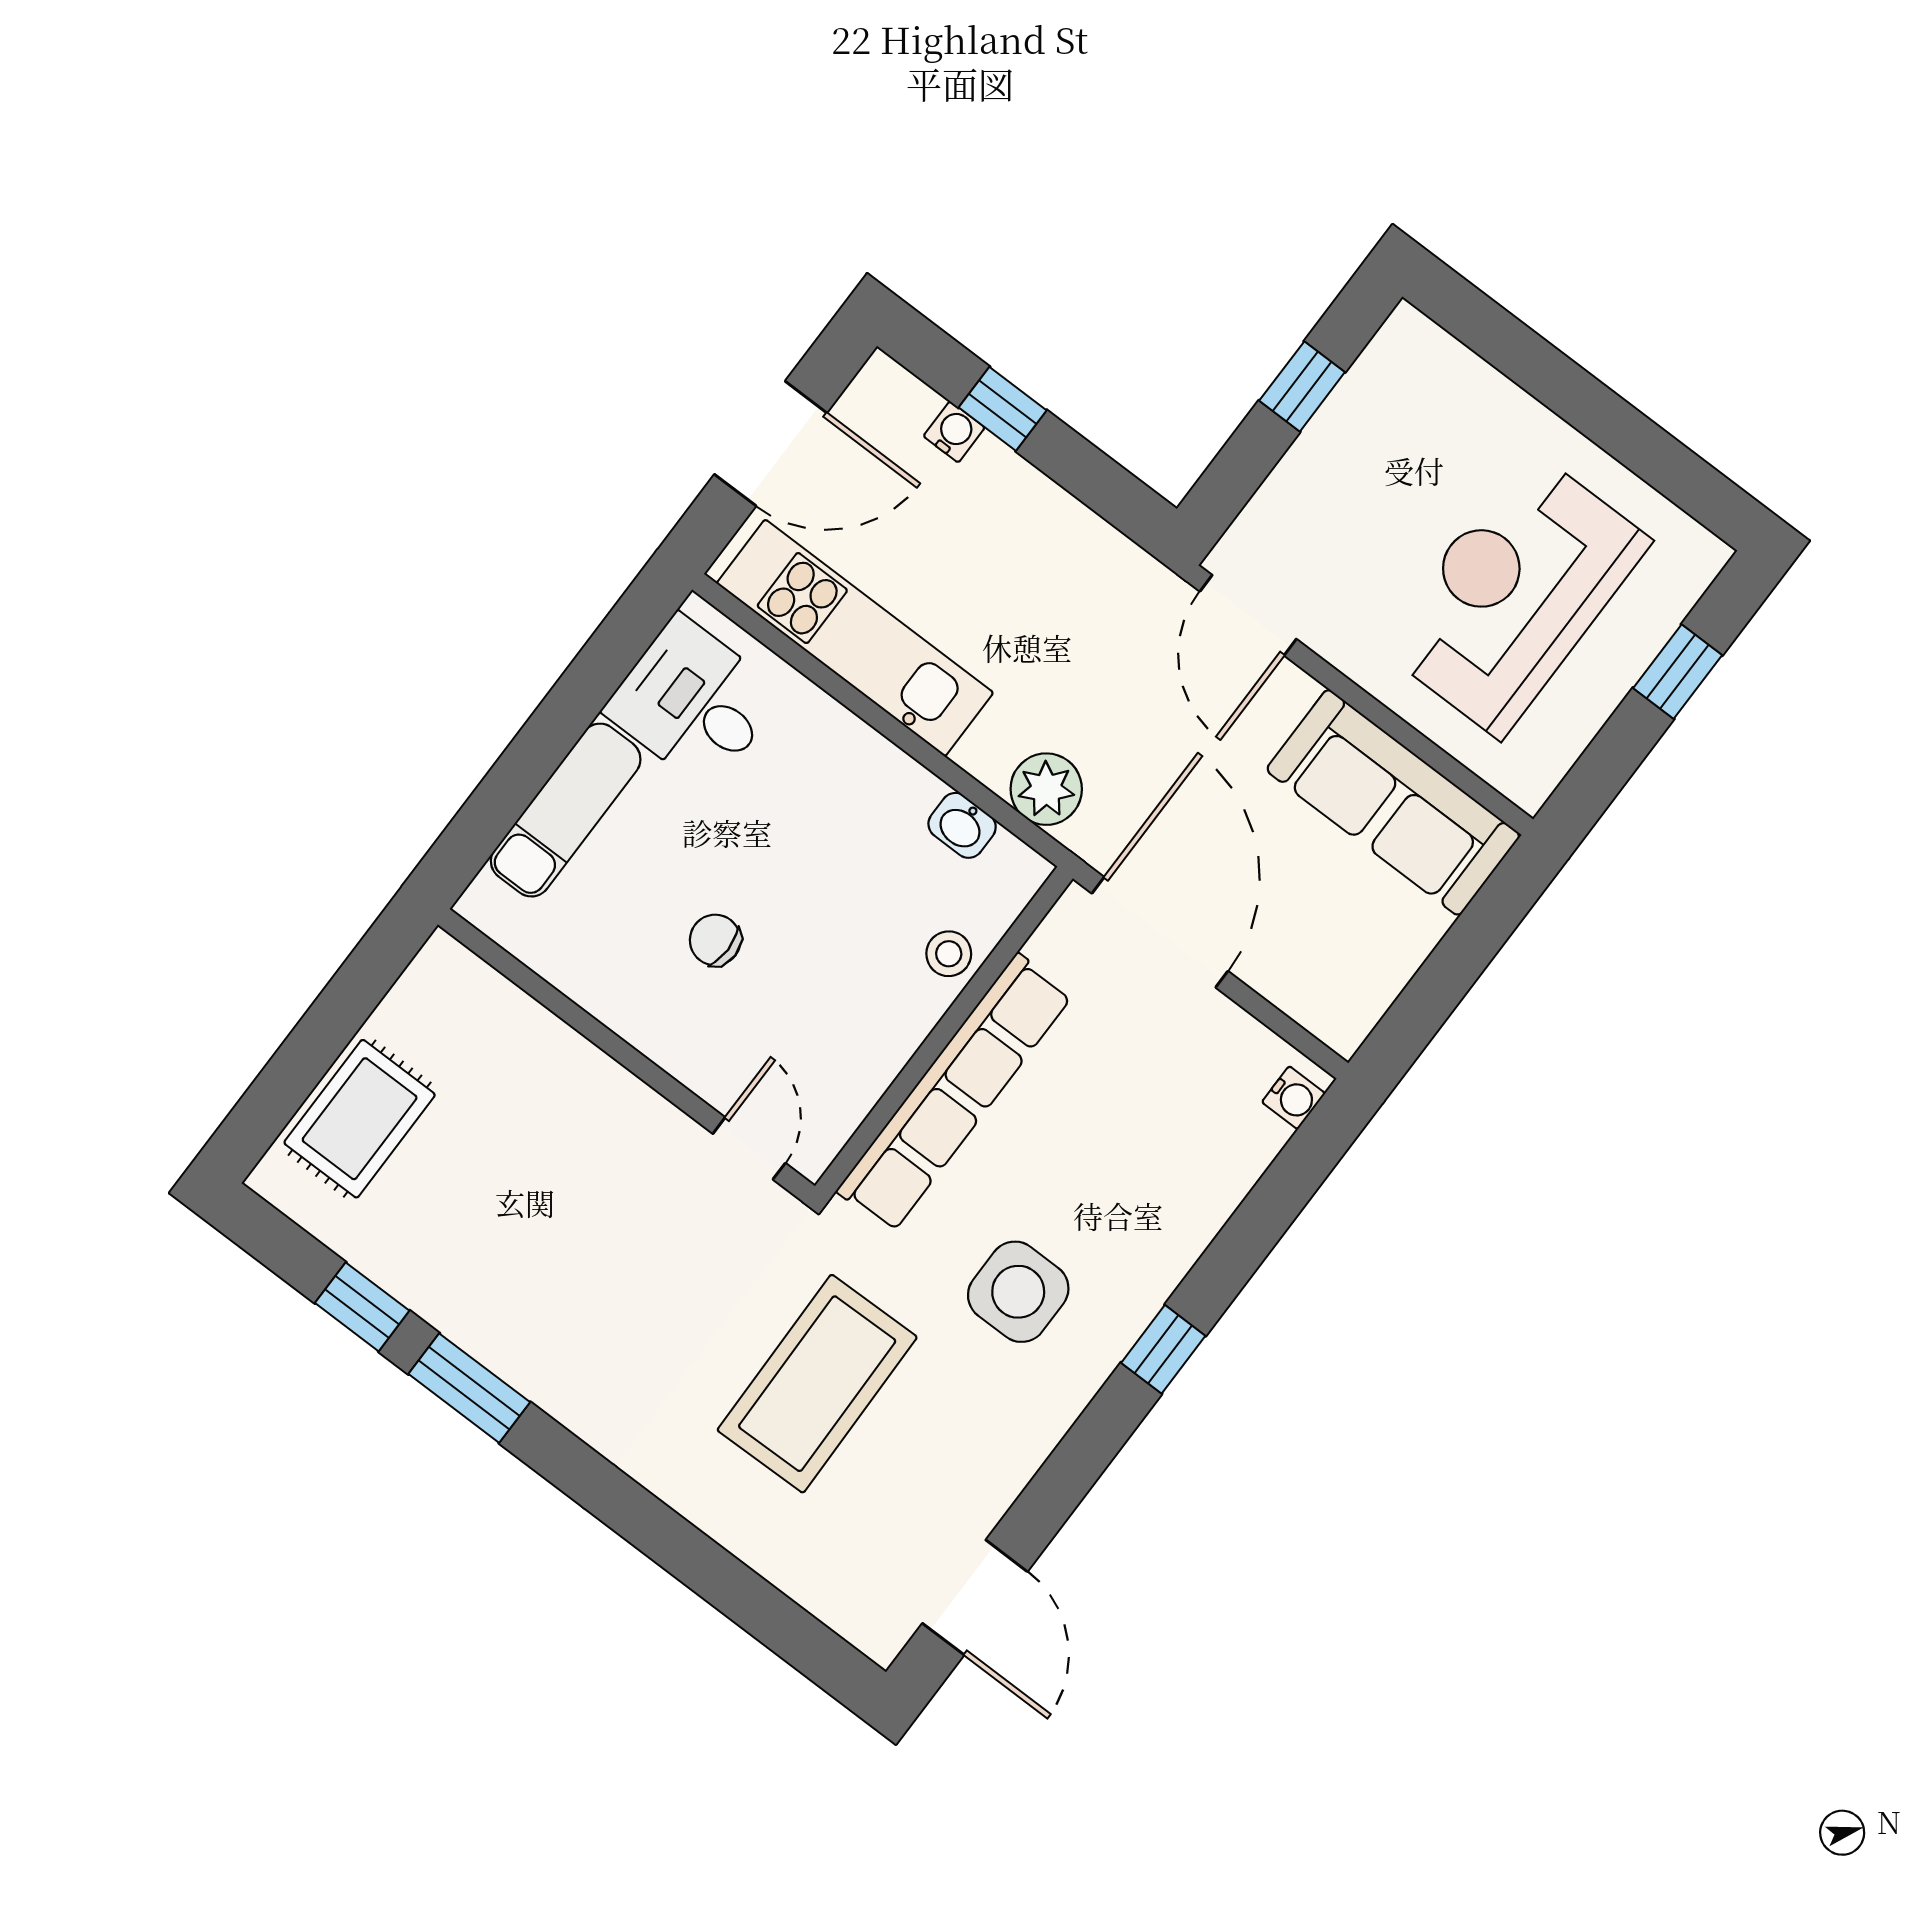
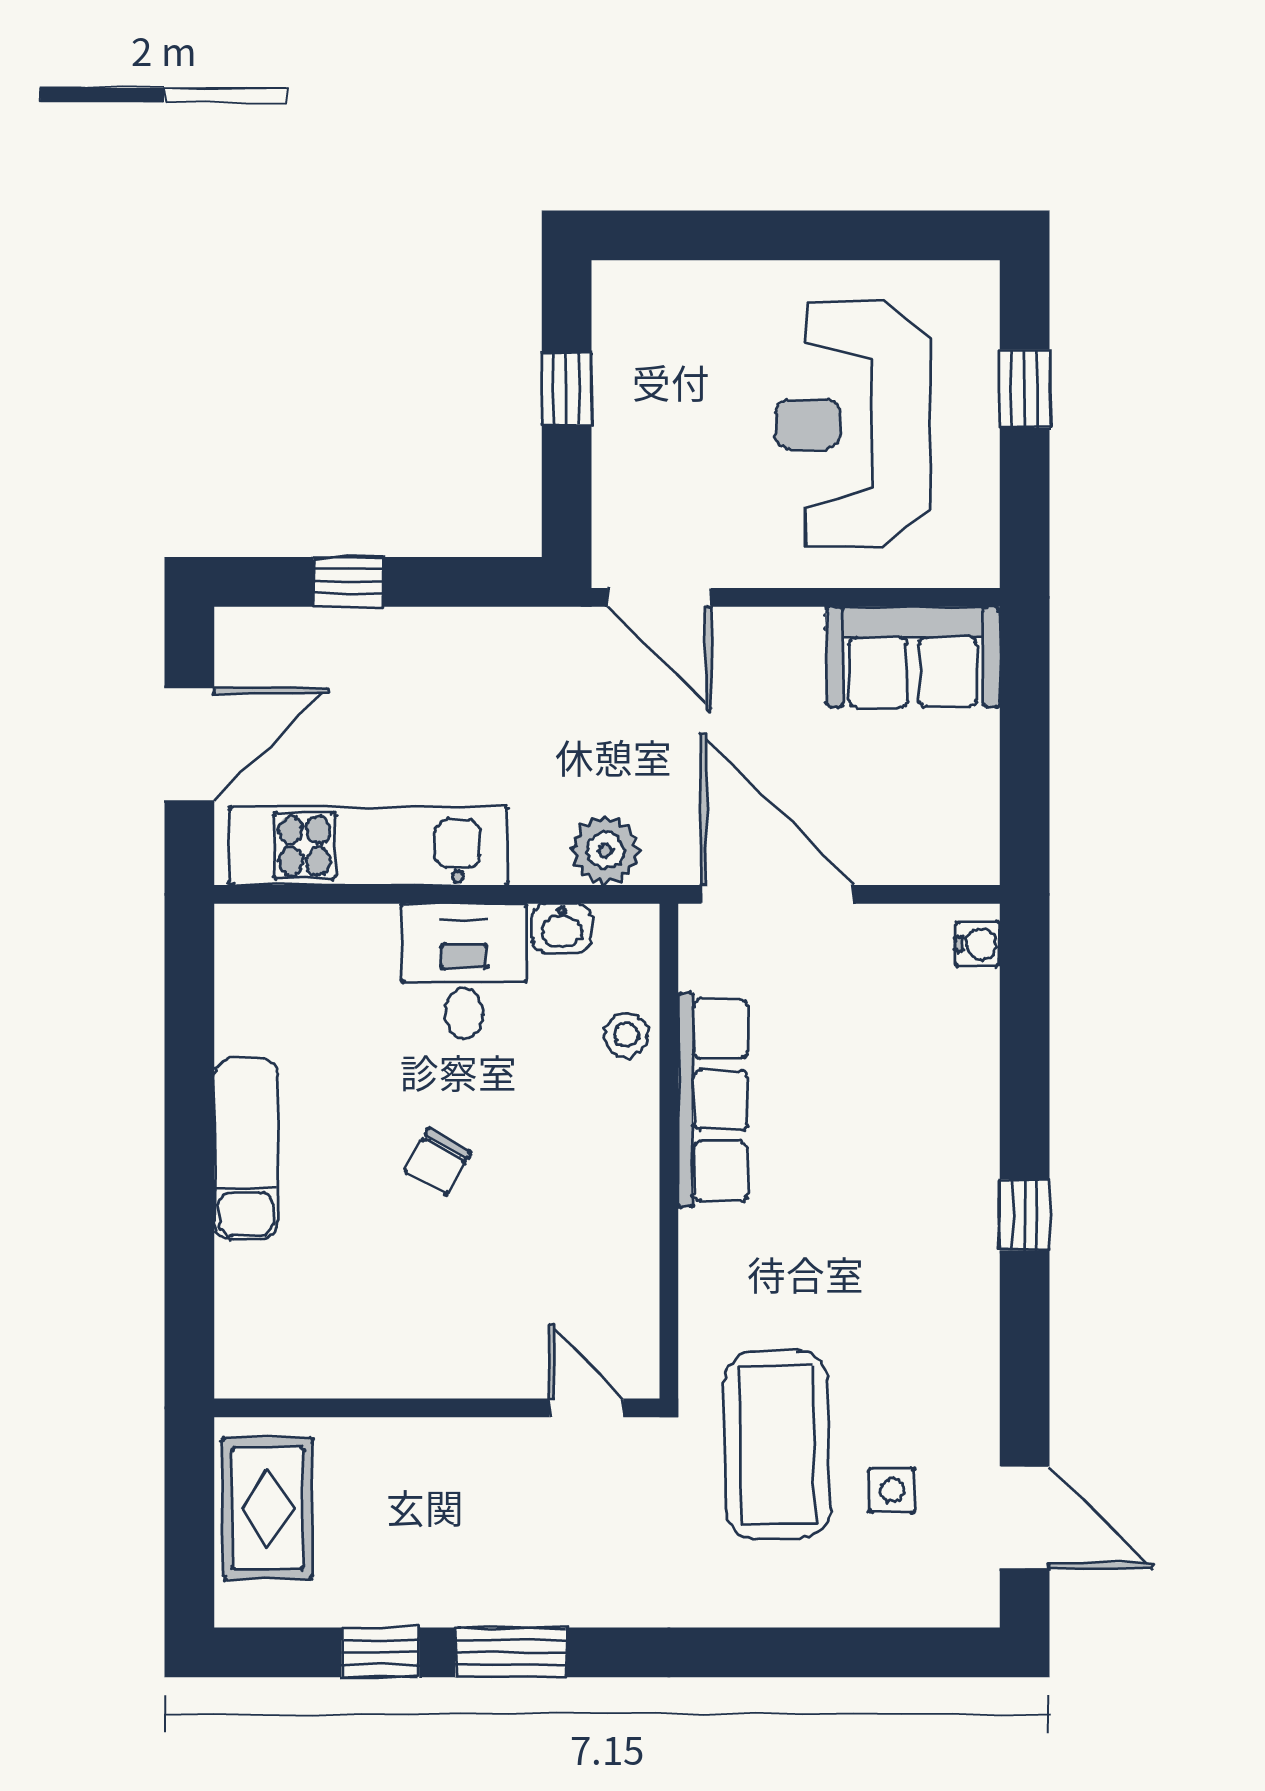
water cooler: (954, 432) -> (324, 628), removed
desk: (694, 702) -> (464, 971), moved, turned 90
sofa: (1393, 802) -> (913, 657), width x0.73
chair: (715, 940) -> (438, 1161), turned -61
wall: (626, 1055) -> (437, 1408), moved
row of seats: (955, 1093) -> (713, 1100), width x0.73
door: (749, 1148) -> (586, 1408), moved
side table: (1018, 1292) -> (892, 1490), moved, width x0.54, depth x0.54

